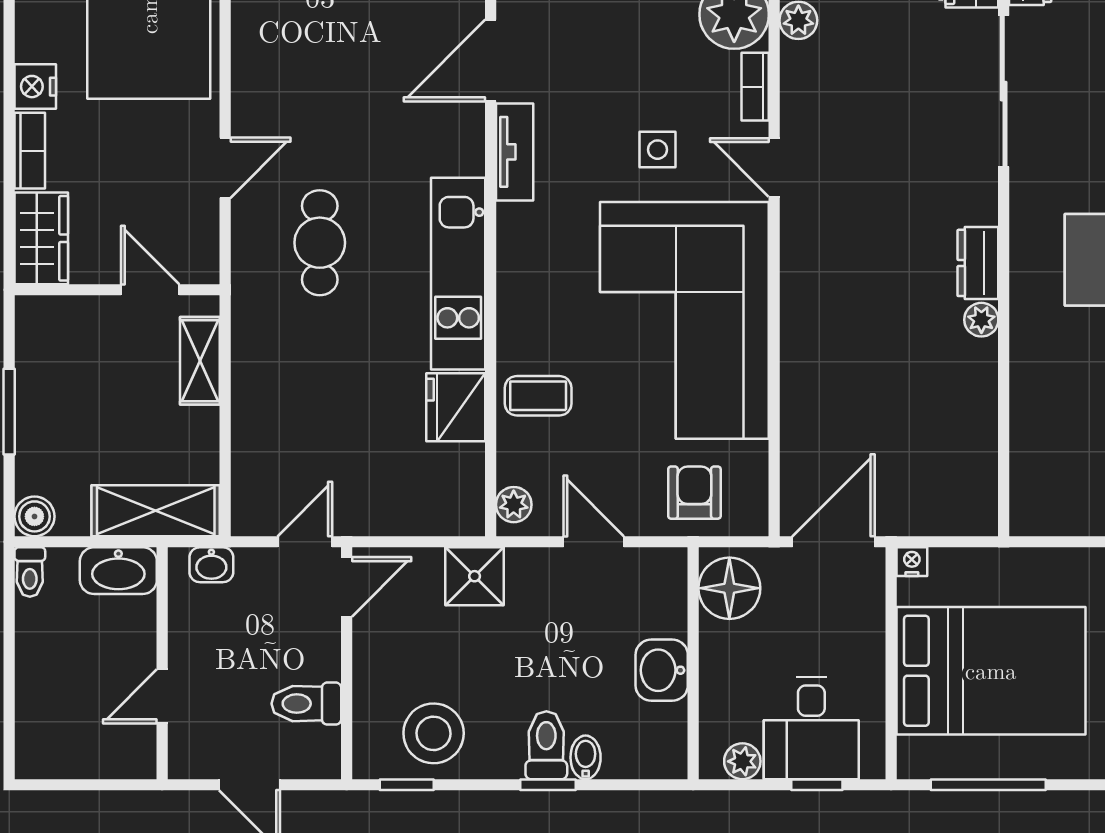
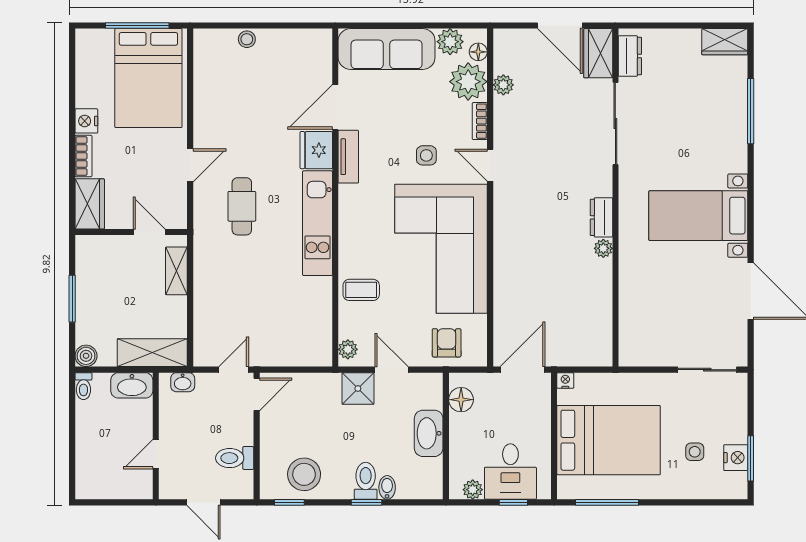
fridge: (456, 407) -> (316, 150), moved
shower: (475, 576) -> (358, 388), moved
floor lamp: (729, 588) -> (461, 400), width x0.73, depth x0.73
washbasin: (662, 670) -> (429, 433), width x1.38

